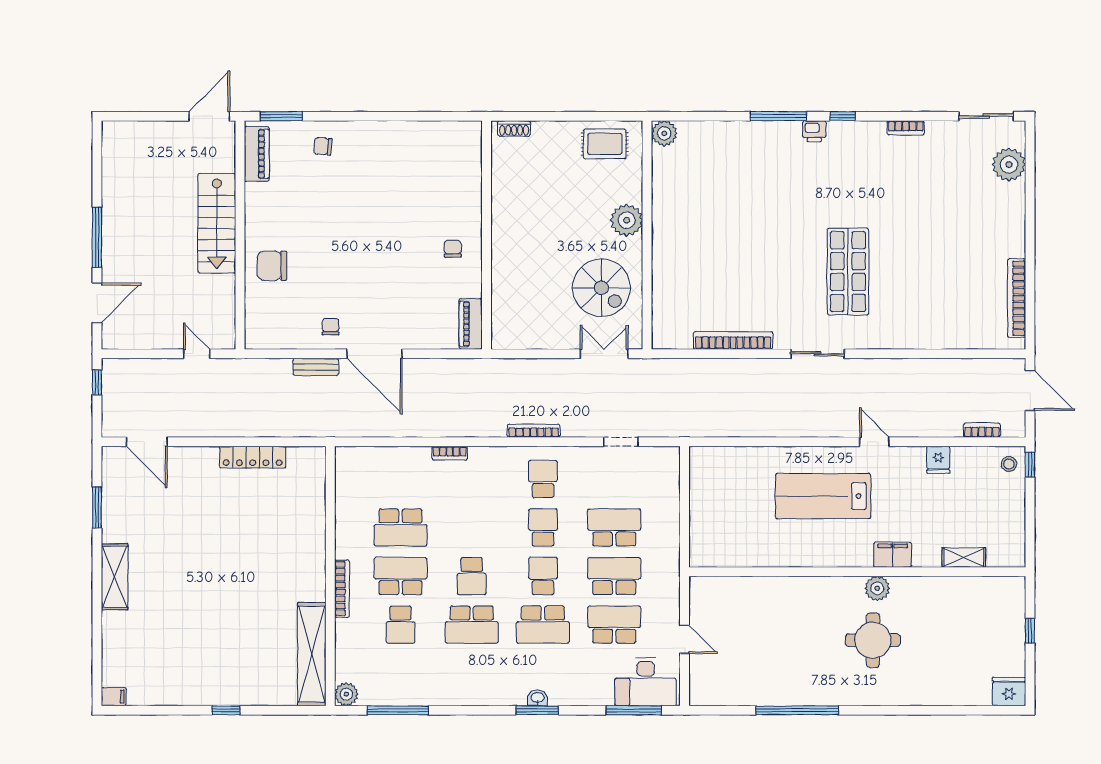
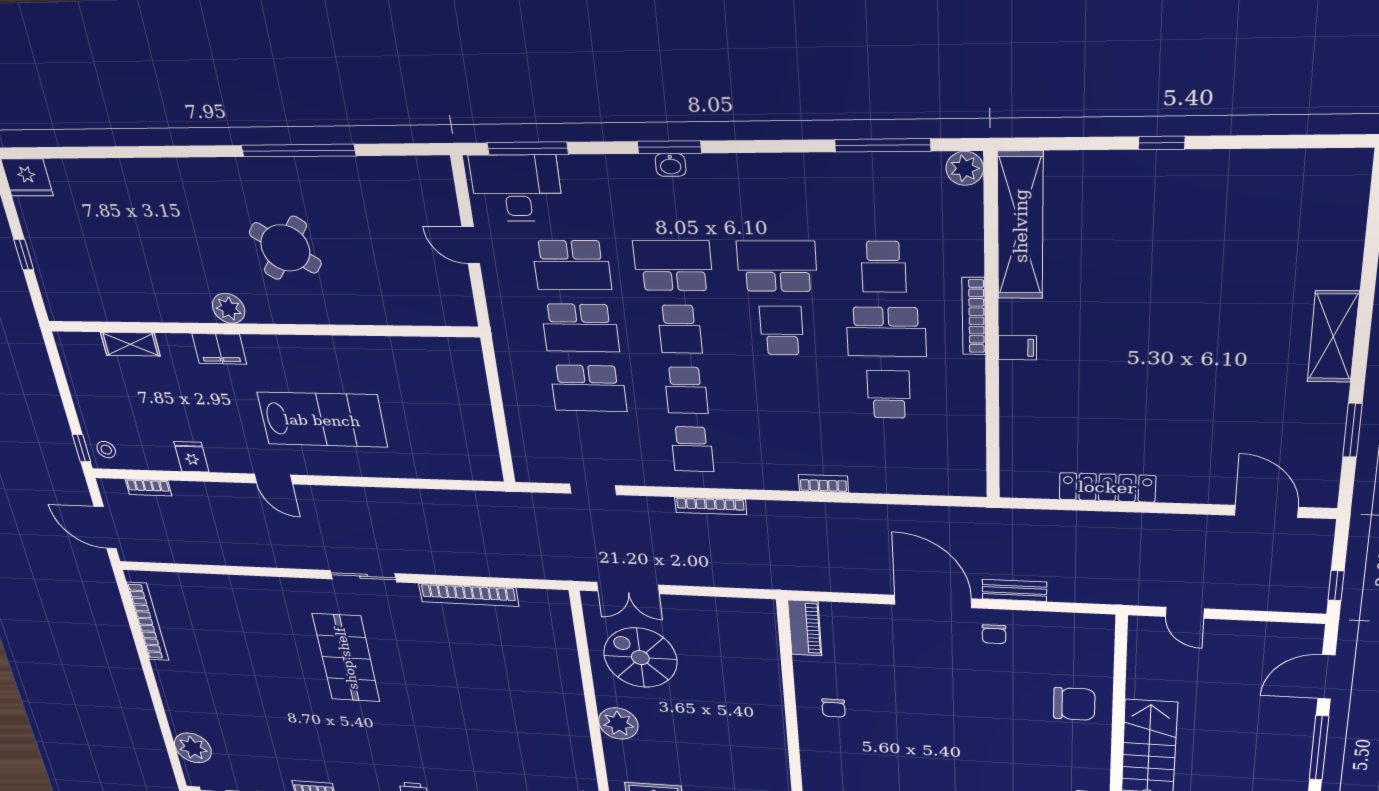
school desk: (400, 528) -> (889, 394), width x0.54
school desk: (400, 625) -> (884, 267), turned 180
round table: (873, 640) -> (285, 248), moved, turned 35
filing cabinet: (114, 697) -> (1017, 348), moved, turned 180

